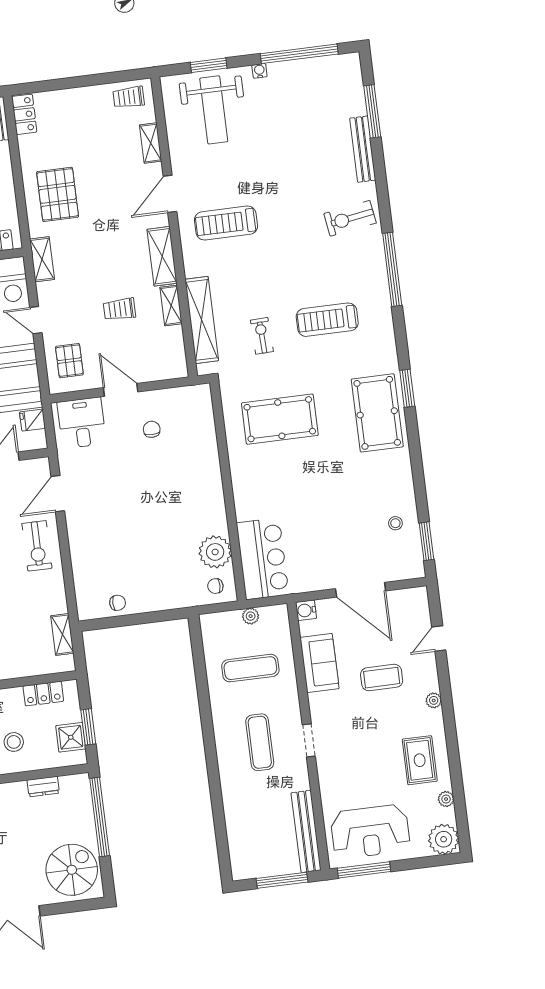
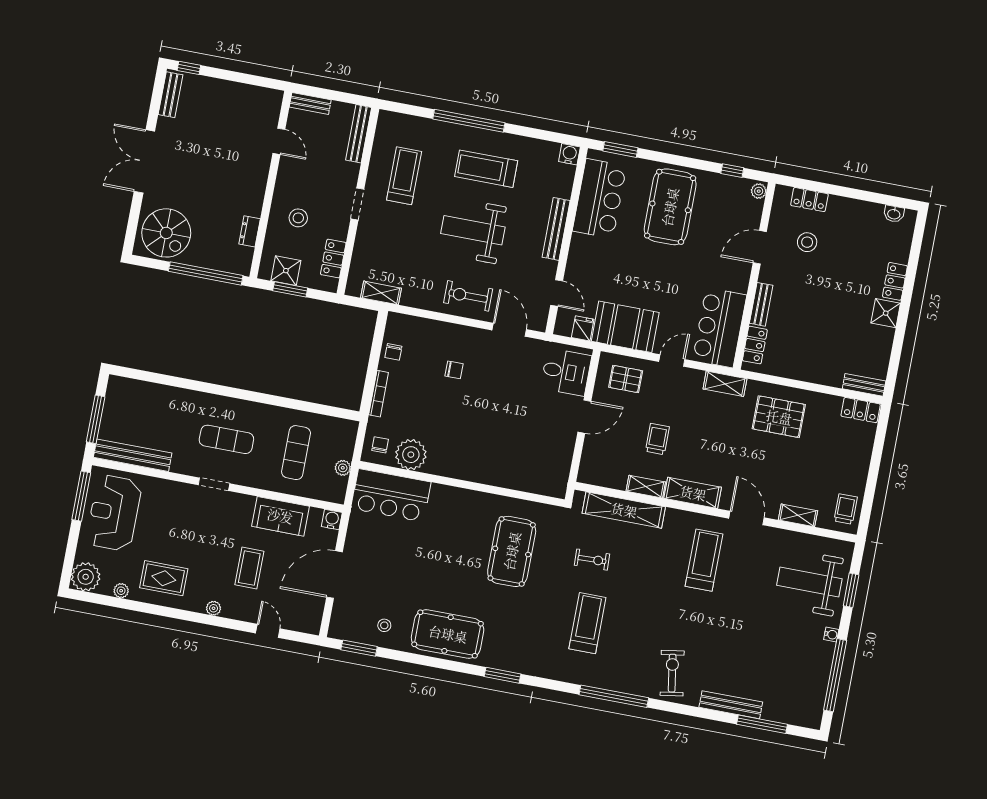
pool table: (377, 413) -> (448, 634), moved
chair: (152, 429) -> (454, 370), moved
bookcase: (164, 604) -> (379, 394), added

